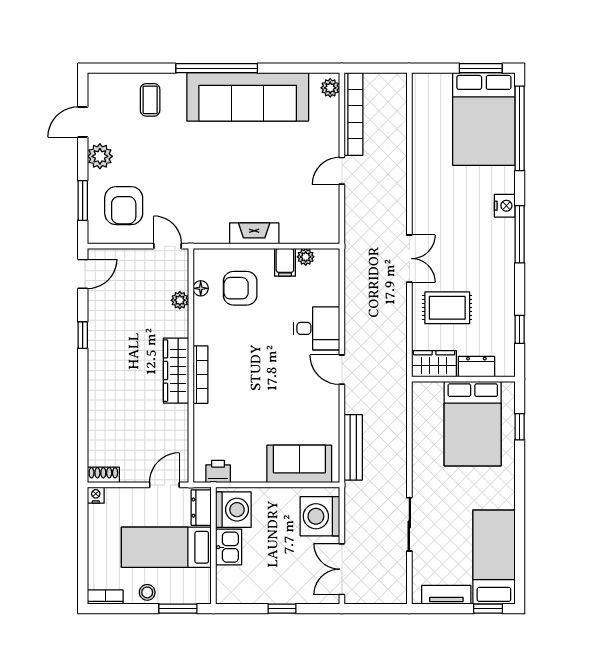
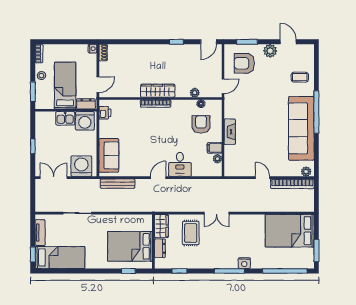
bed: (484, 119) -> (290, 231), moved
door: (83, 274) -> (209, 42), hinge flipped
door: (164, 485) -> (98, 85), hinge flipped

